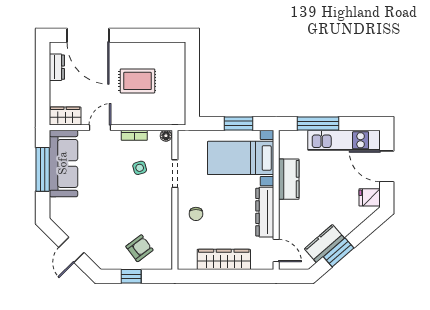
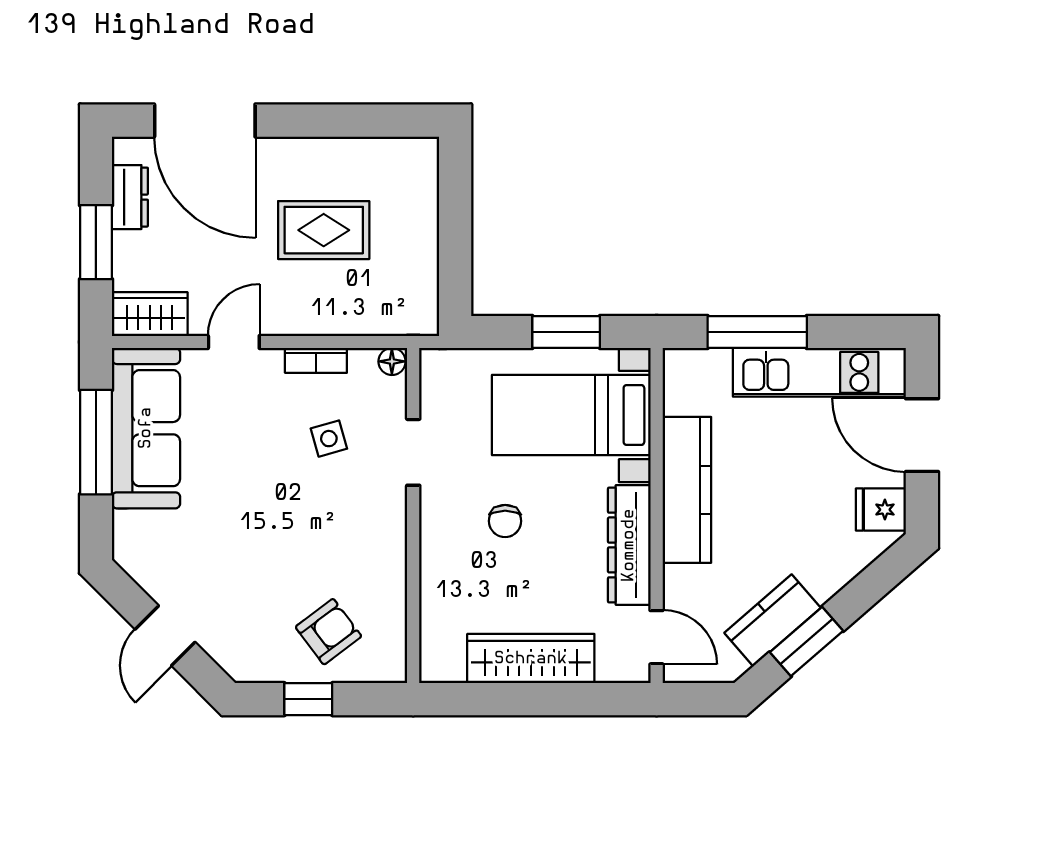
window: (43, 86) -> (96, 242), added
kitchen counter: (289, 179) -> (687, 490), width x1.50
chair: (196, 214) -> (505, 521), moved

